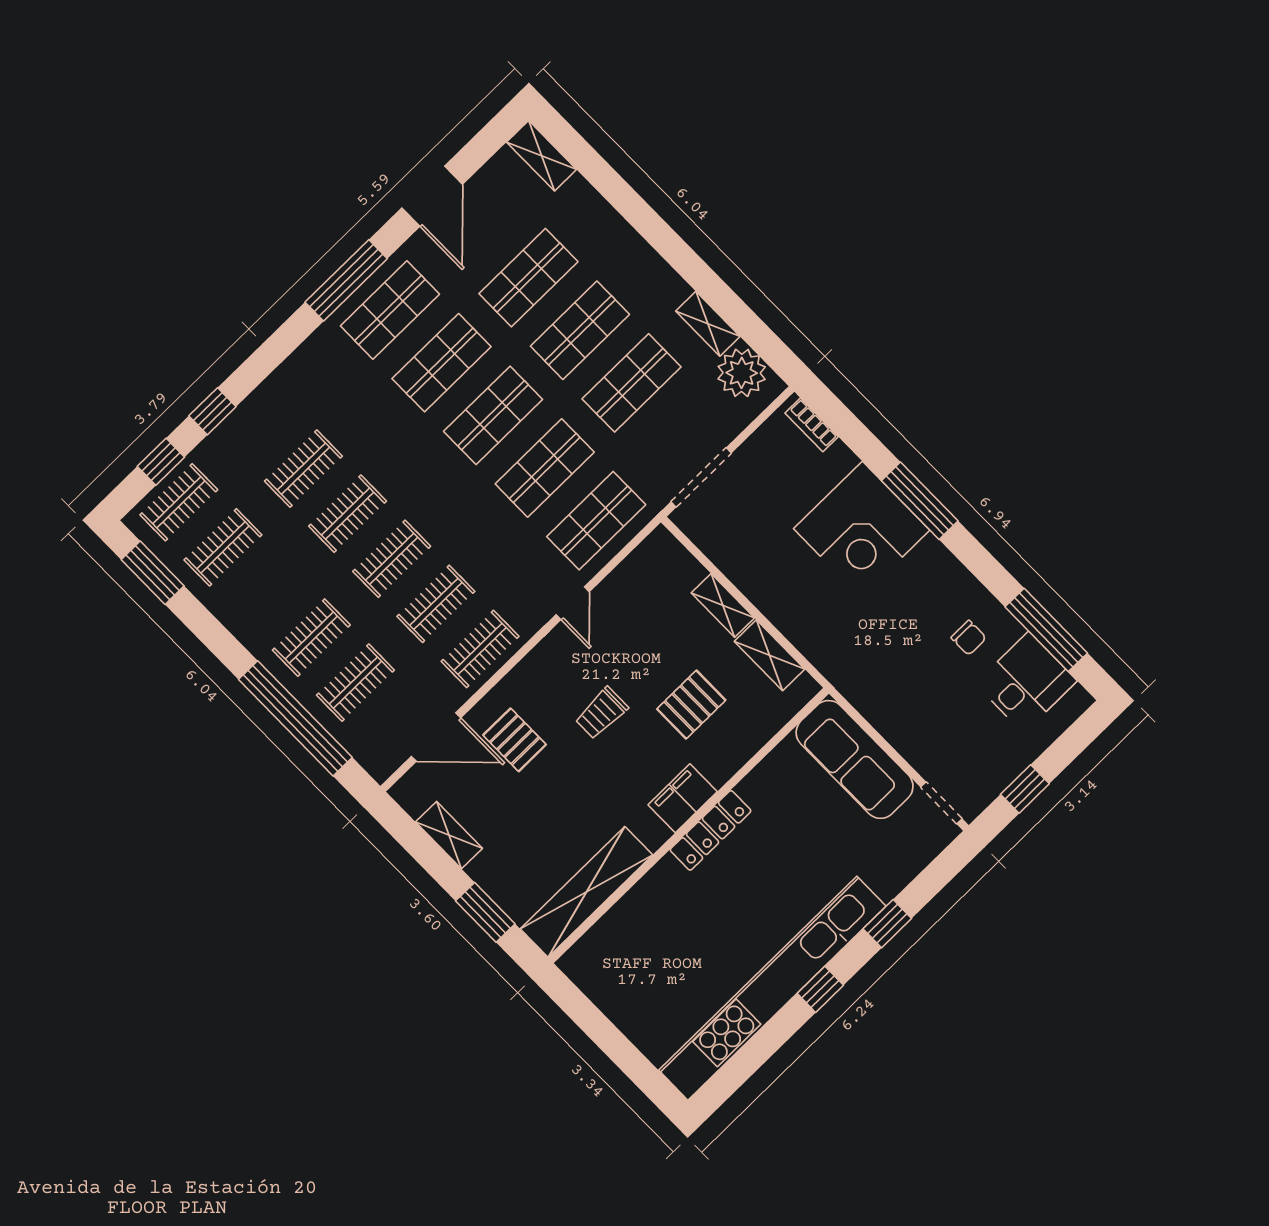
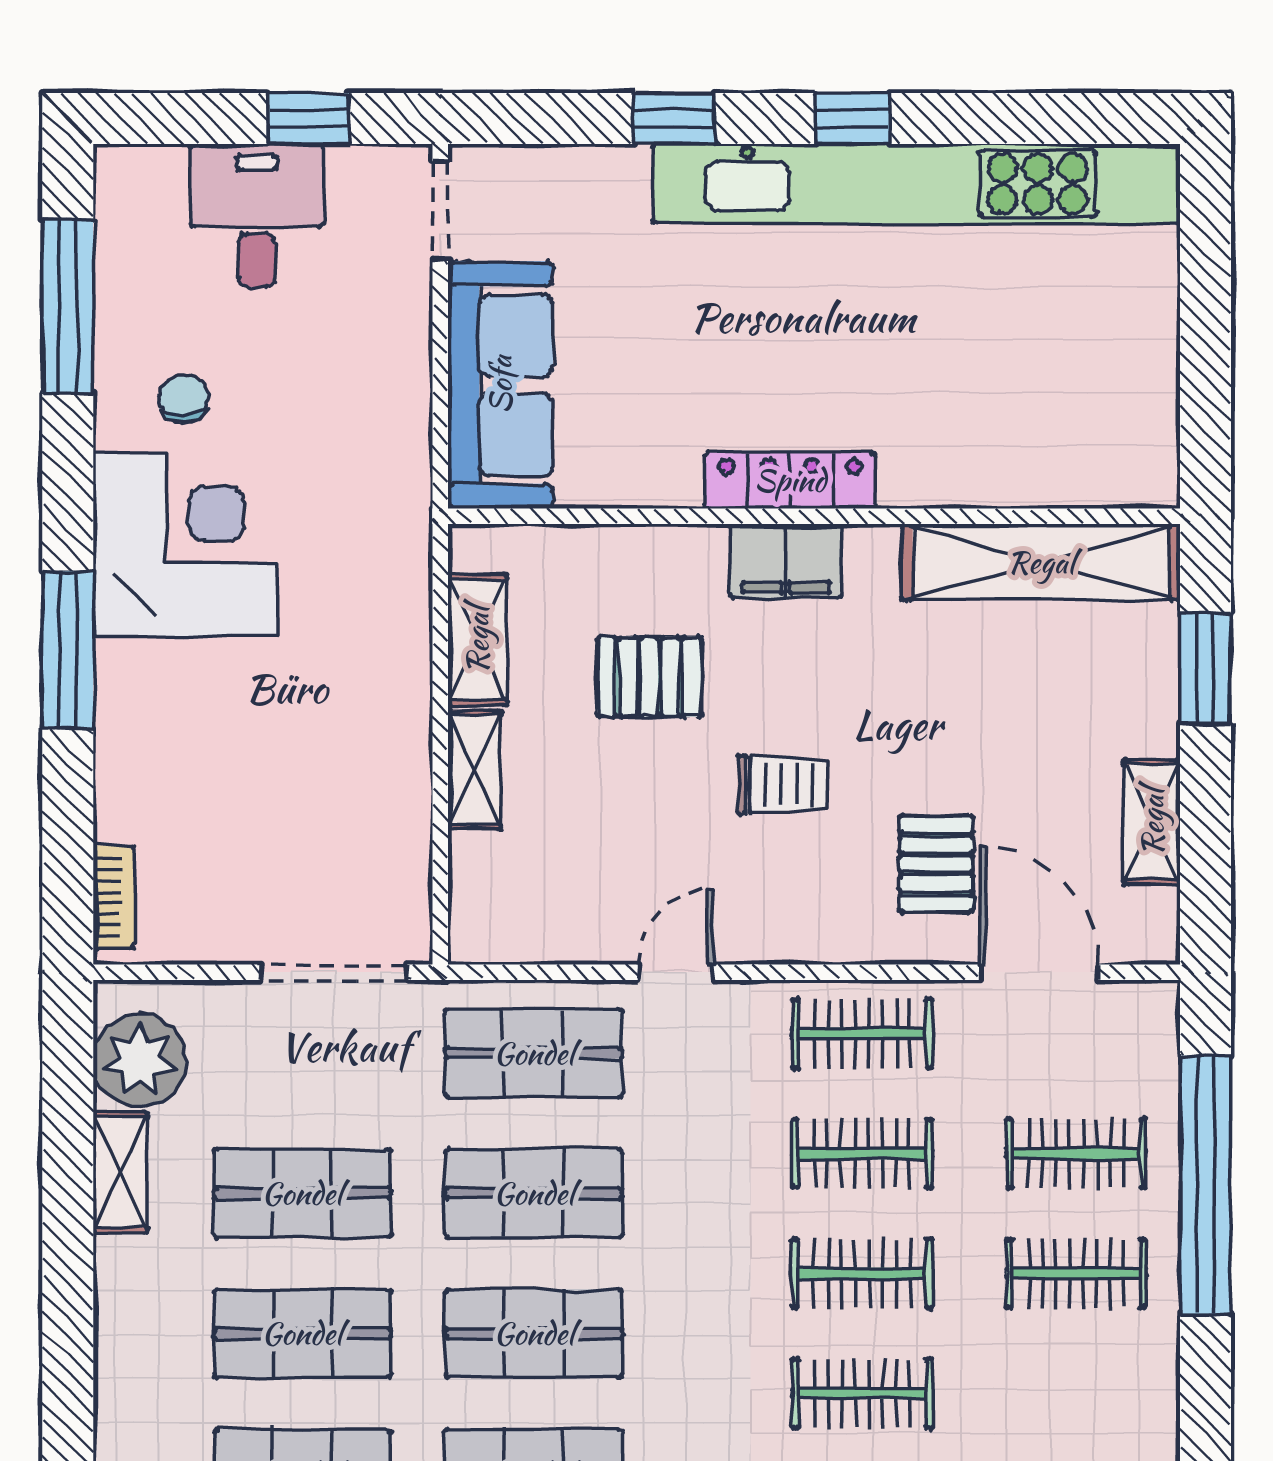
corner desk: (862, 529) -> (185, 545), moved
desk: (1026, 682) -> (257, 215), moved, turned 90

